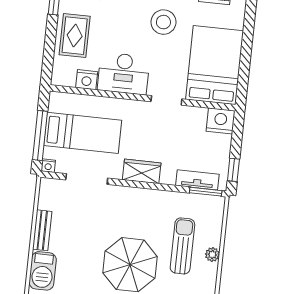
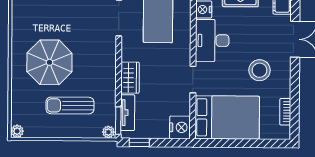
wardrobe: (142, 171) -> (130, 78), moved
sun lounger: (182, 246) -> (70, 106), turned 180
plant: (212, 255) -> (108, 132), moved

